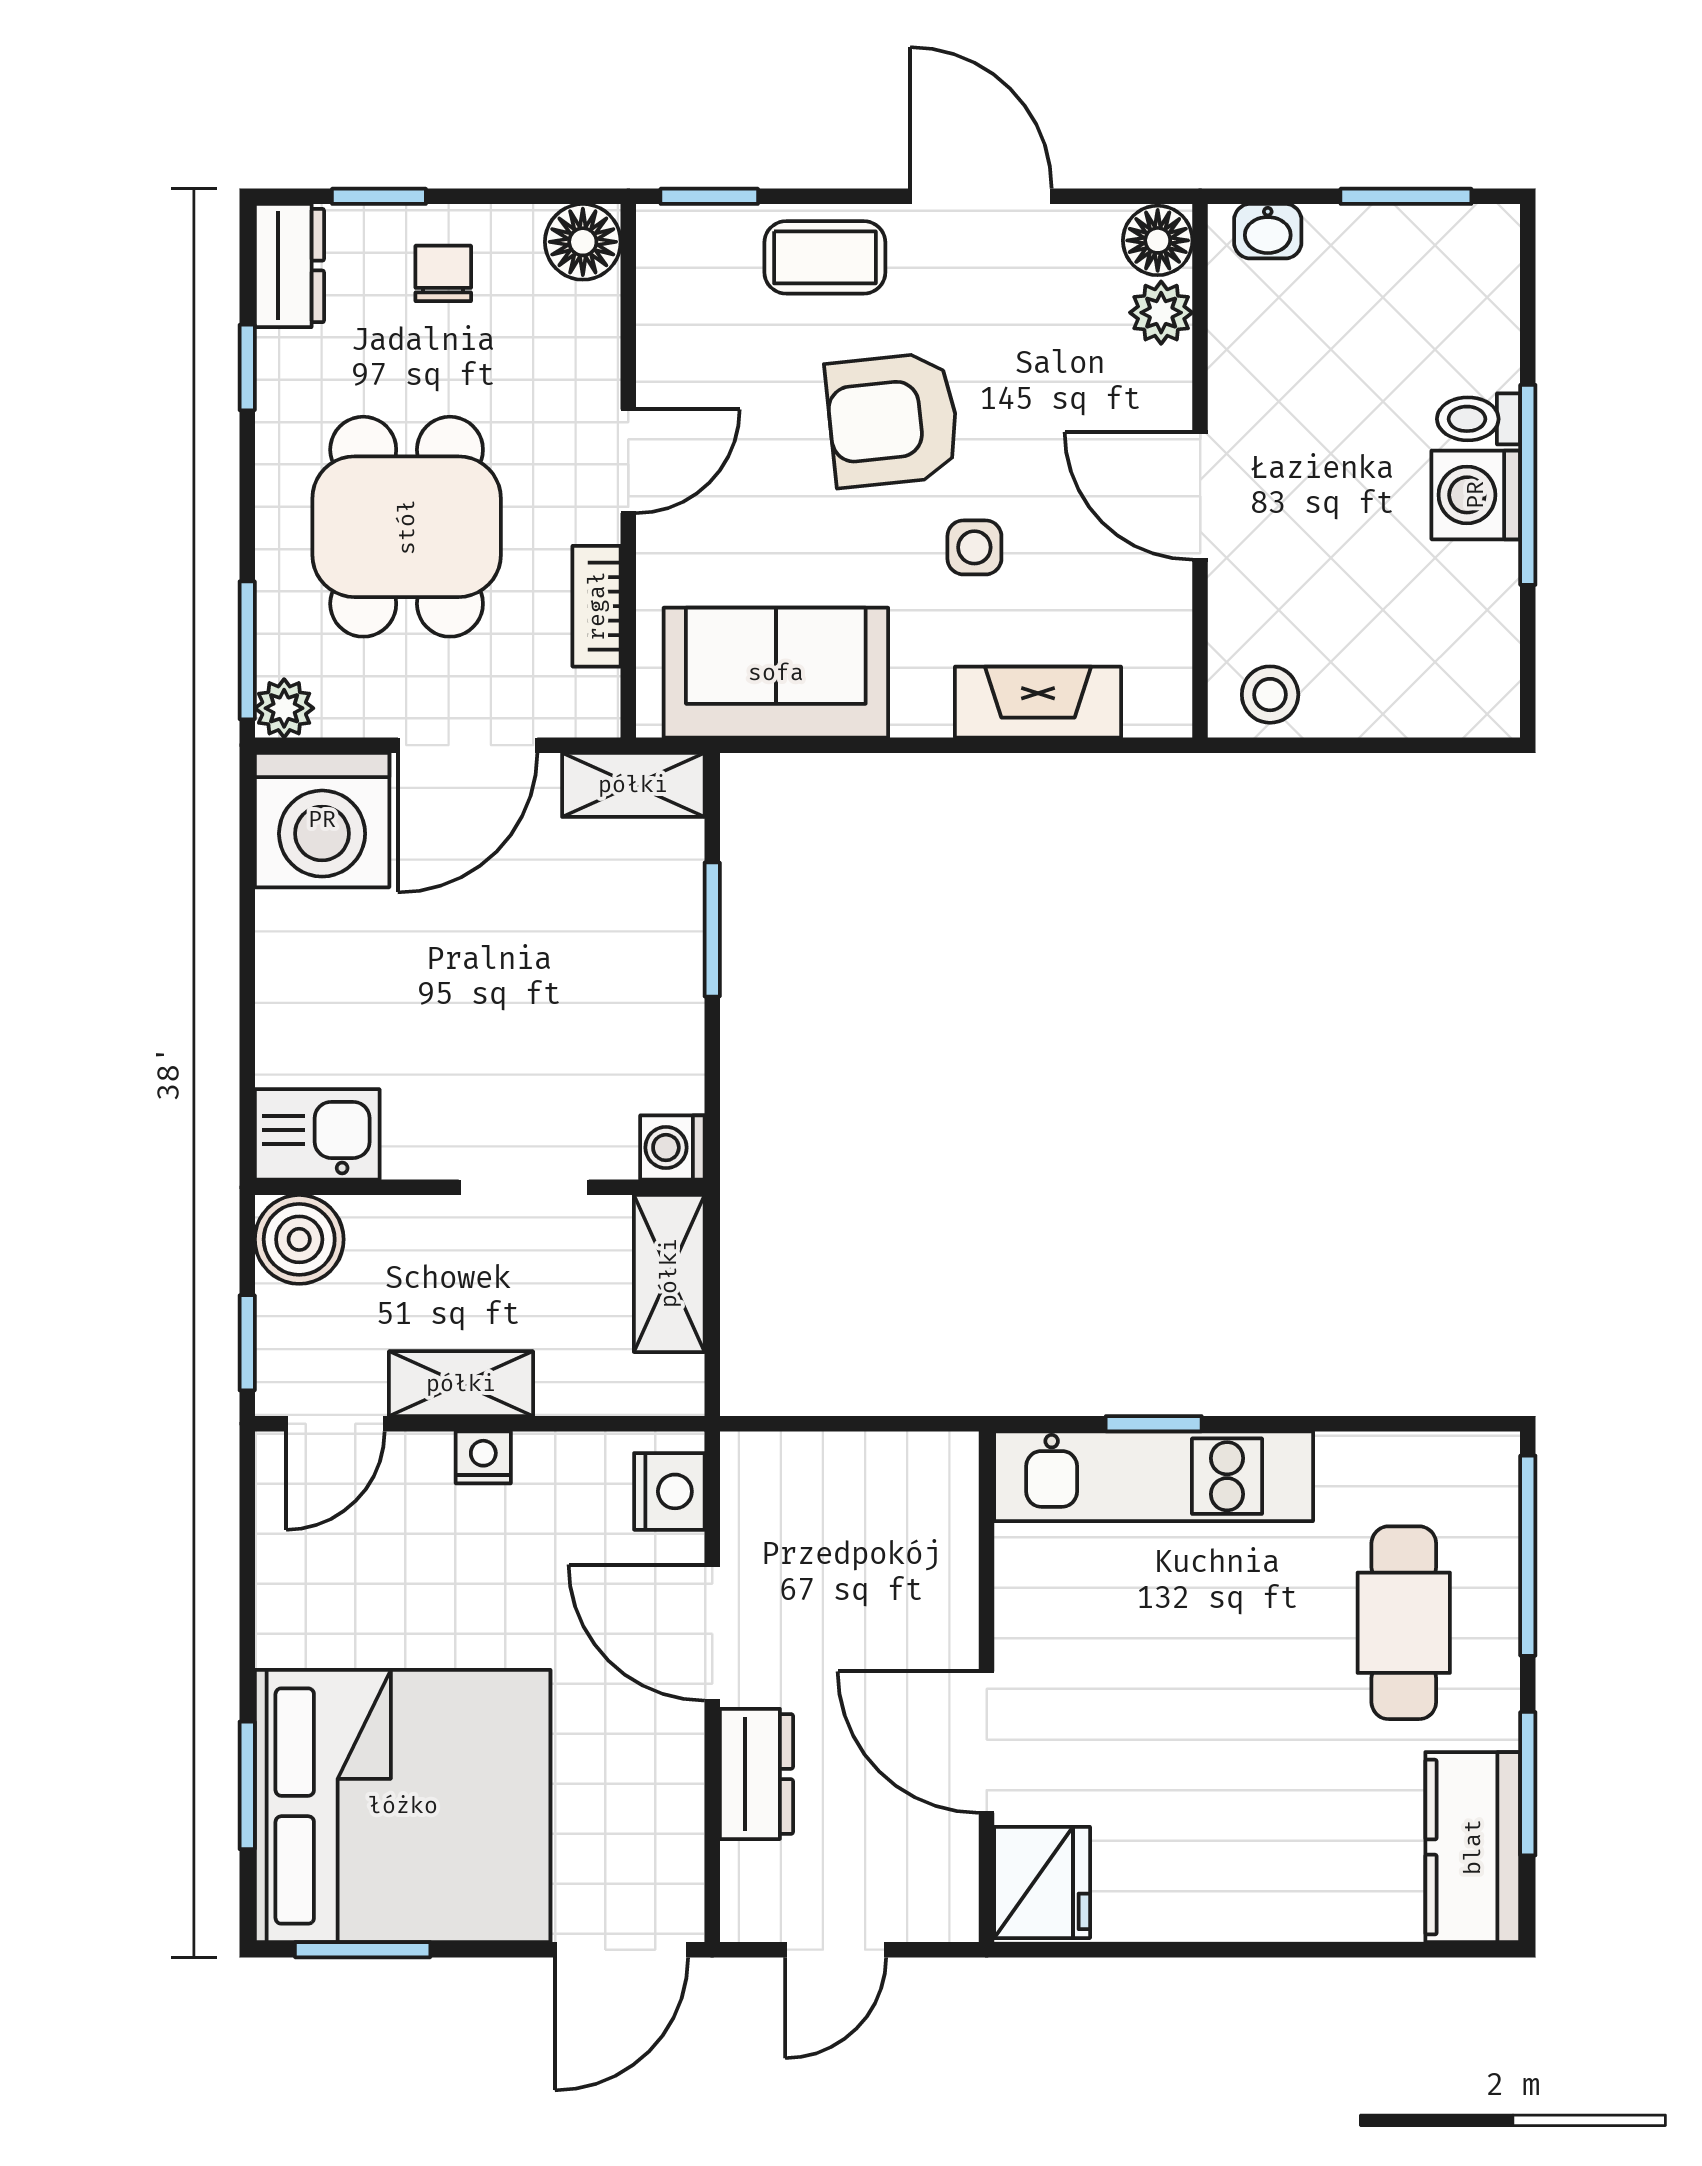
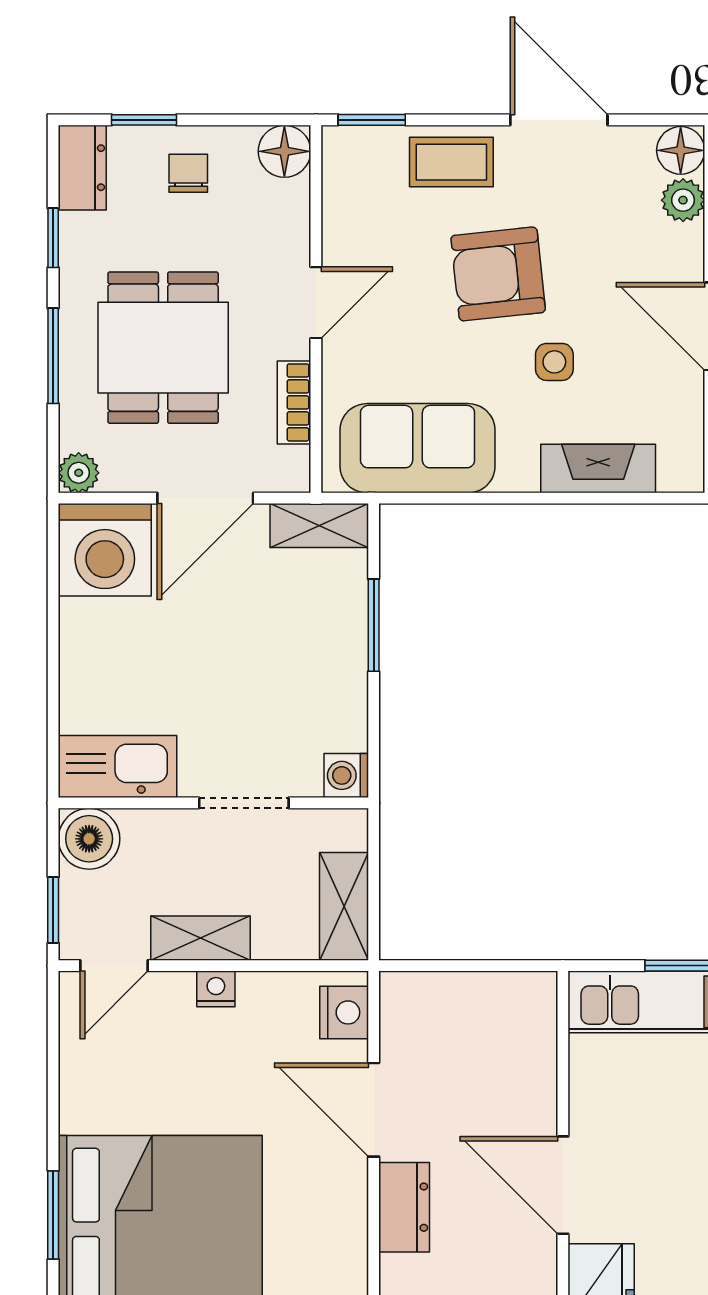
window: (247, 650) -> (53, 356), moved
kitchen sink: (317, 1134) -> (118, 766), width x1.38
shelving: (669, 1273) -> (344, 906), moved

